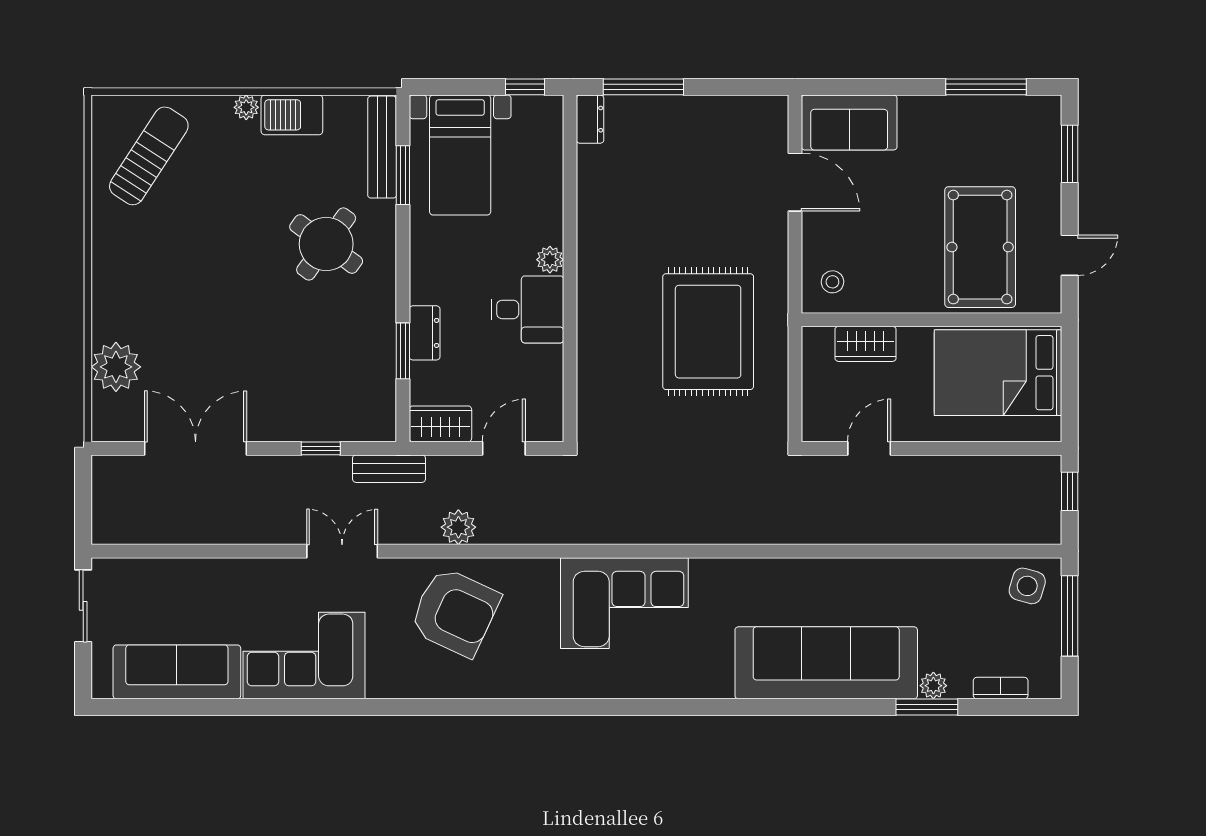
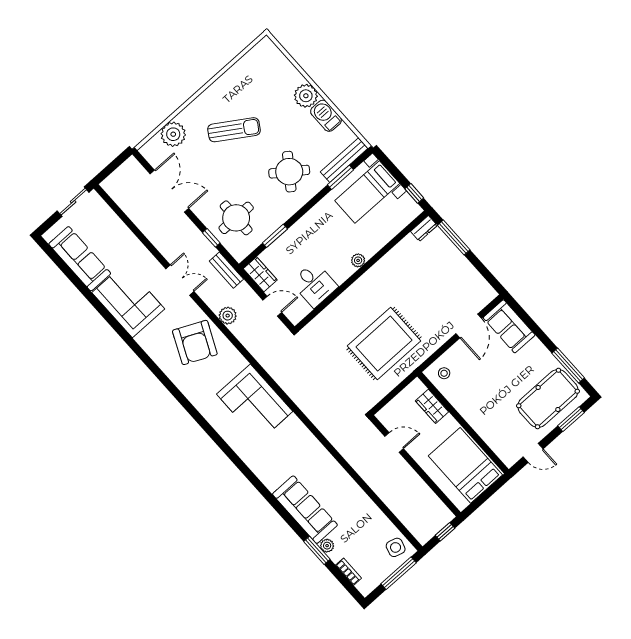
plant: (246, 107) -> (306, 96), width x1.88, depth x1.88
sun lounger: (149, 156) -> (234, 130), moved
pool table: (980, 247) -> (548, 398), moved
desk: (527, 309) -> (314, 284), moved
dresser: (425, 333) -> (289, 238), removed
round table: (324, 385) -> (236, 218), added
sofa: (826, 663) -> (305, 510), width x0.74, depth x0.79

